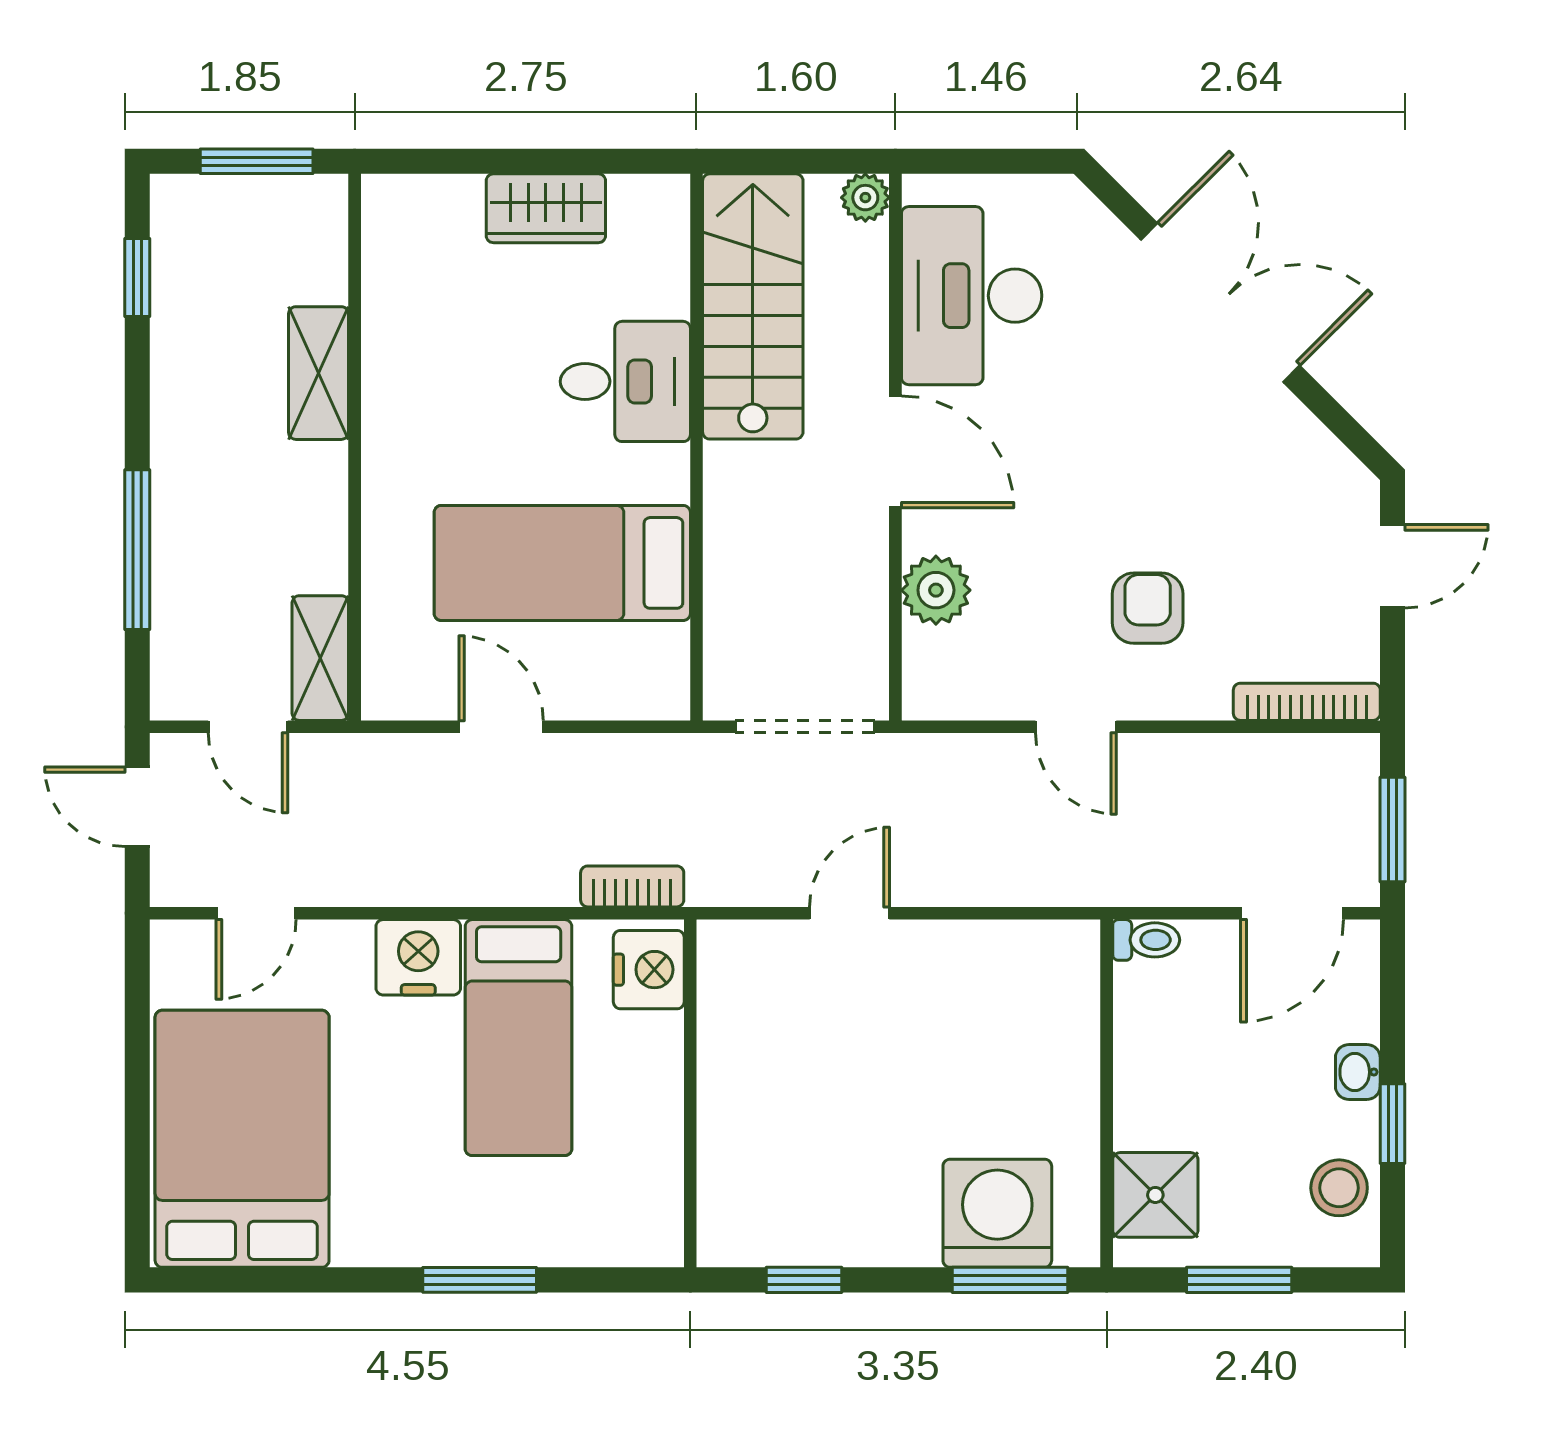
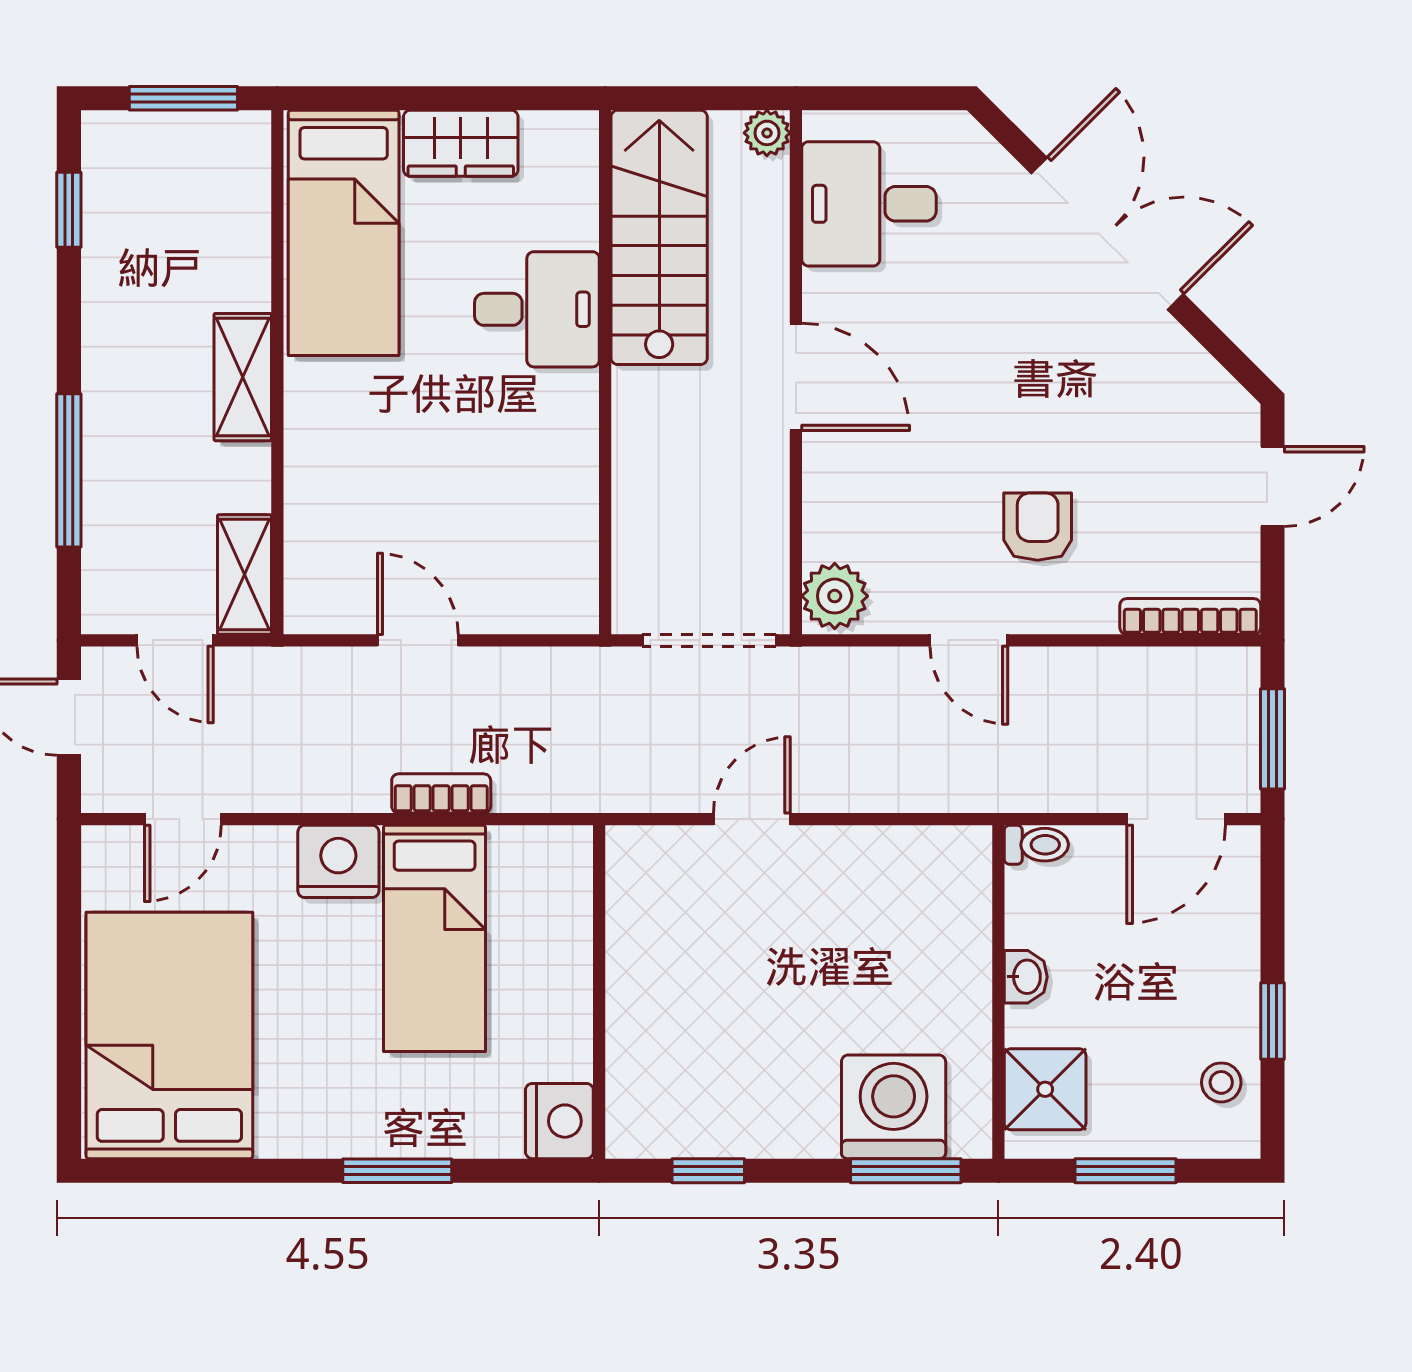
desk: (972, 296) -> (869, 204), width x0.73
shelving: (319, 373) -> (243, 377), moved
bed: (562, 563) -> (344, 233), moved, turned -90
plant: (936, 590) -> (835, 596), moved
bookcase: (632, 886) -> (441, 793), moved
nightstand: (649, 970) -> (559, 1121), moved
washbasin: (1358, 1072) -> (1026, 977), moved, turned 180
stool: (1339, 1188) -> (1221, 1082), width x0.73, depth x0.73

